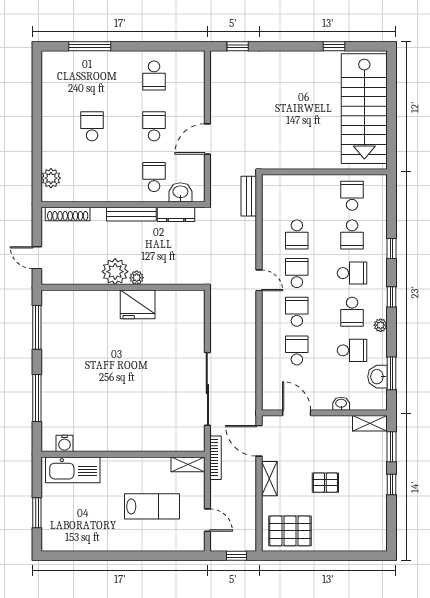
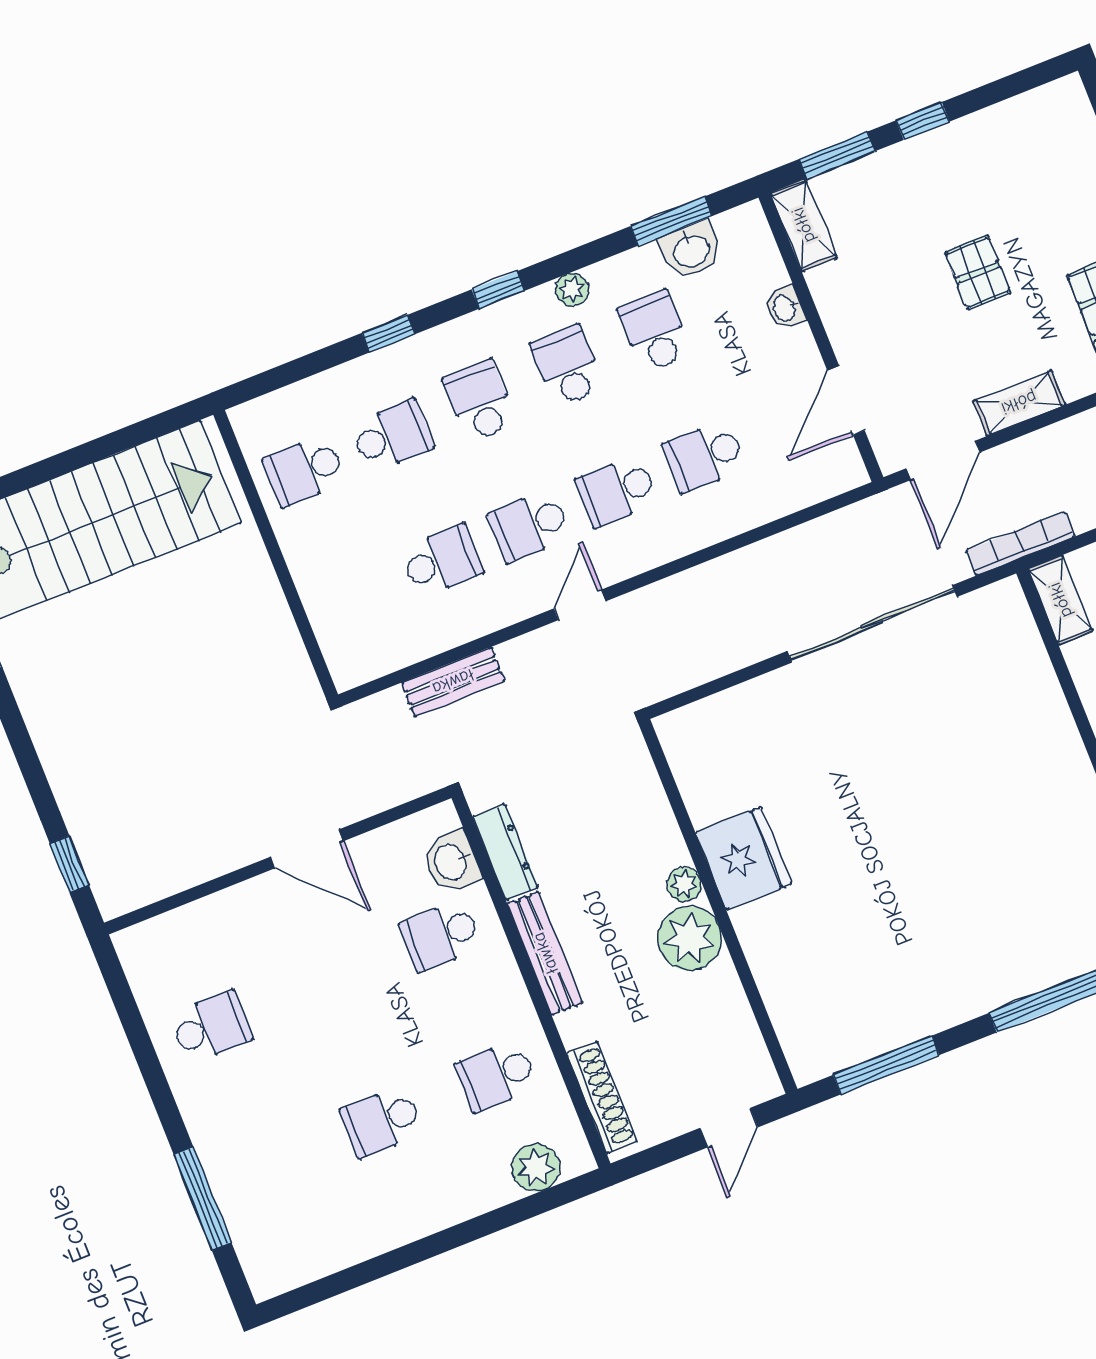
school desk: (154, 126) -> (497, 1076), moved
bench: (249, 196) -> (453, 682), moved
school desk: (352, 312) -> (567, 366), turned -90

